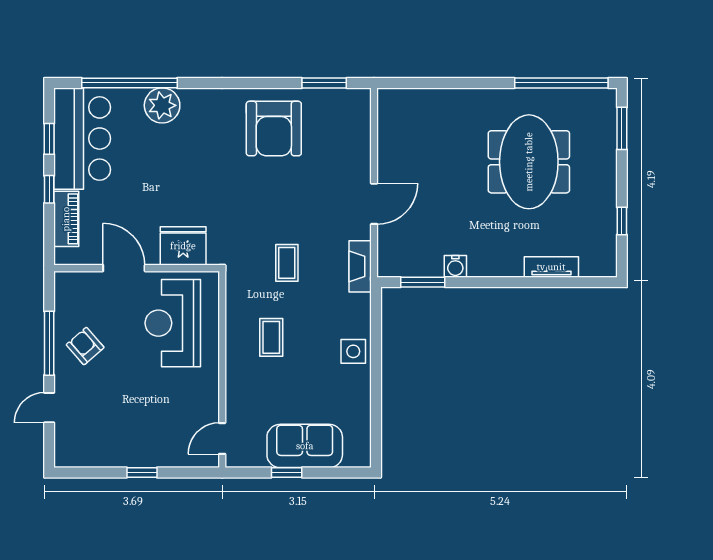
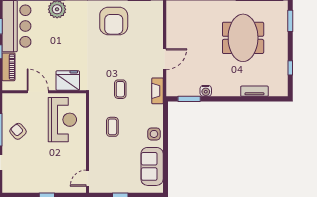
reception desk: (173, 323) -> (62, 120), turned 180
sofa: (305, 446) -> (152, 166), moved, turned -90

